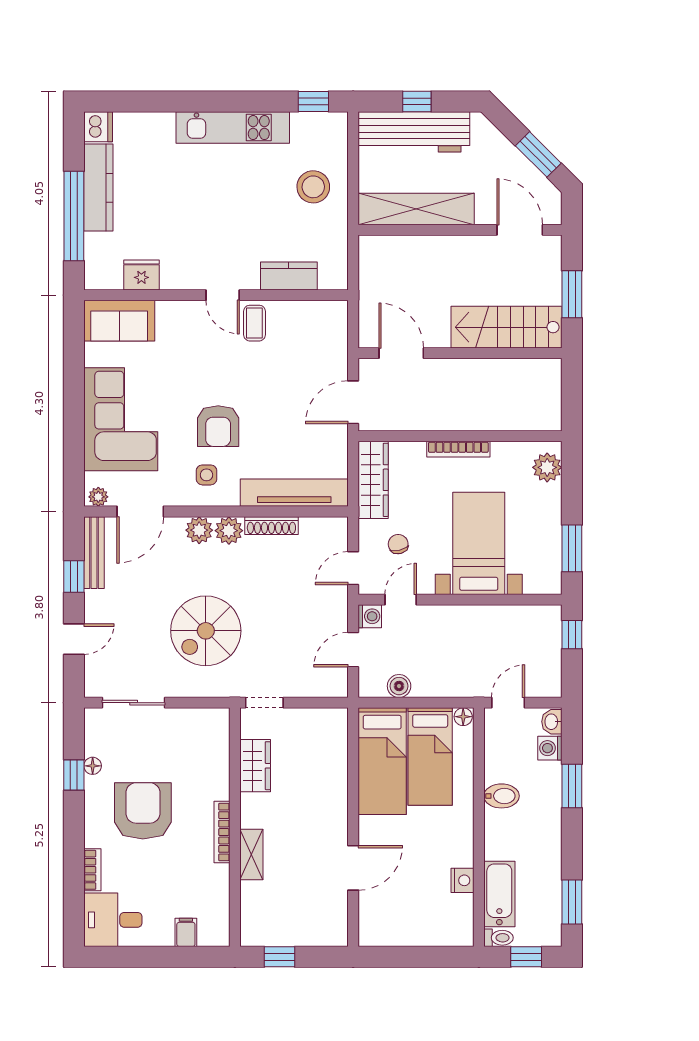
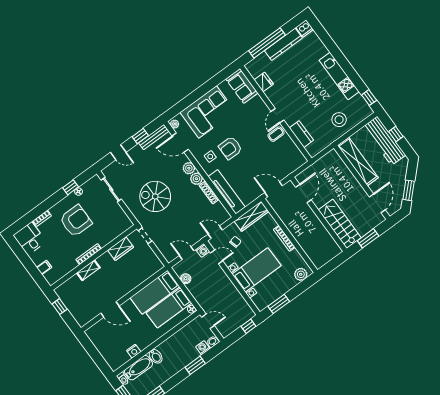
bidet: (502, 796) -> (156, 356), moved

